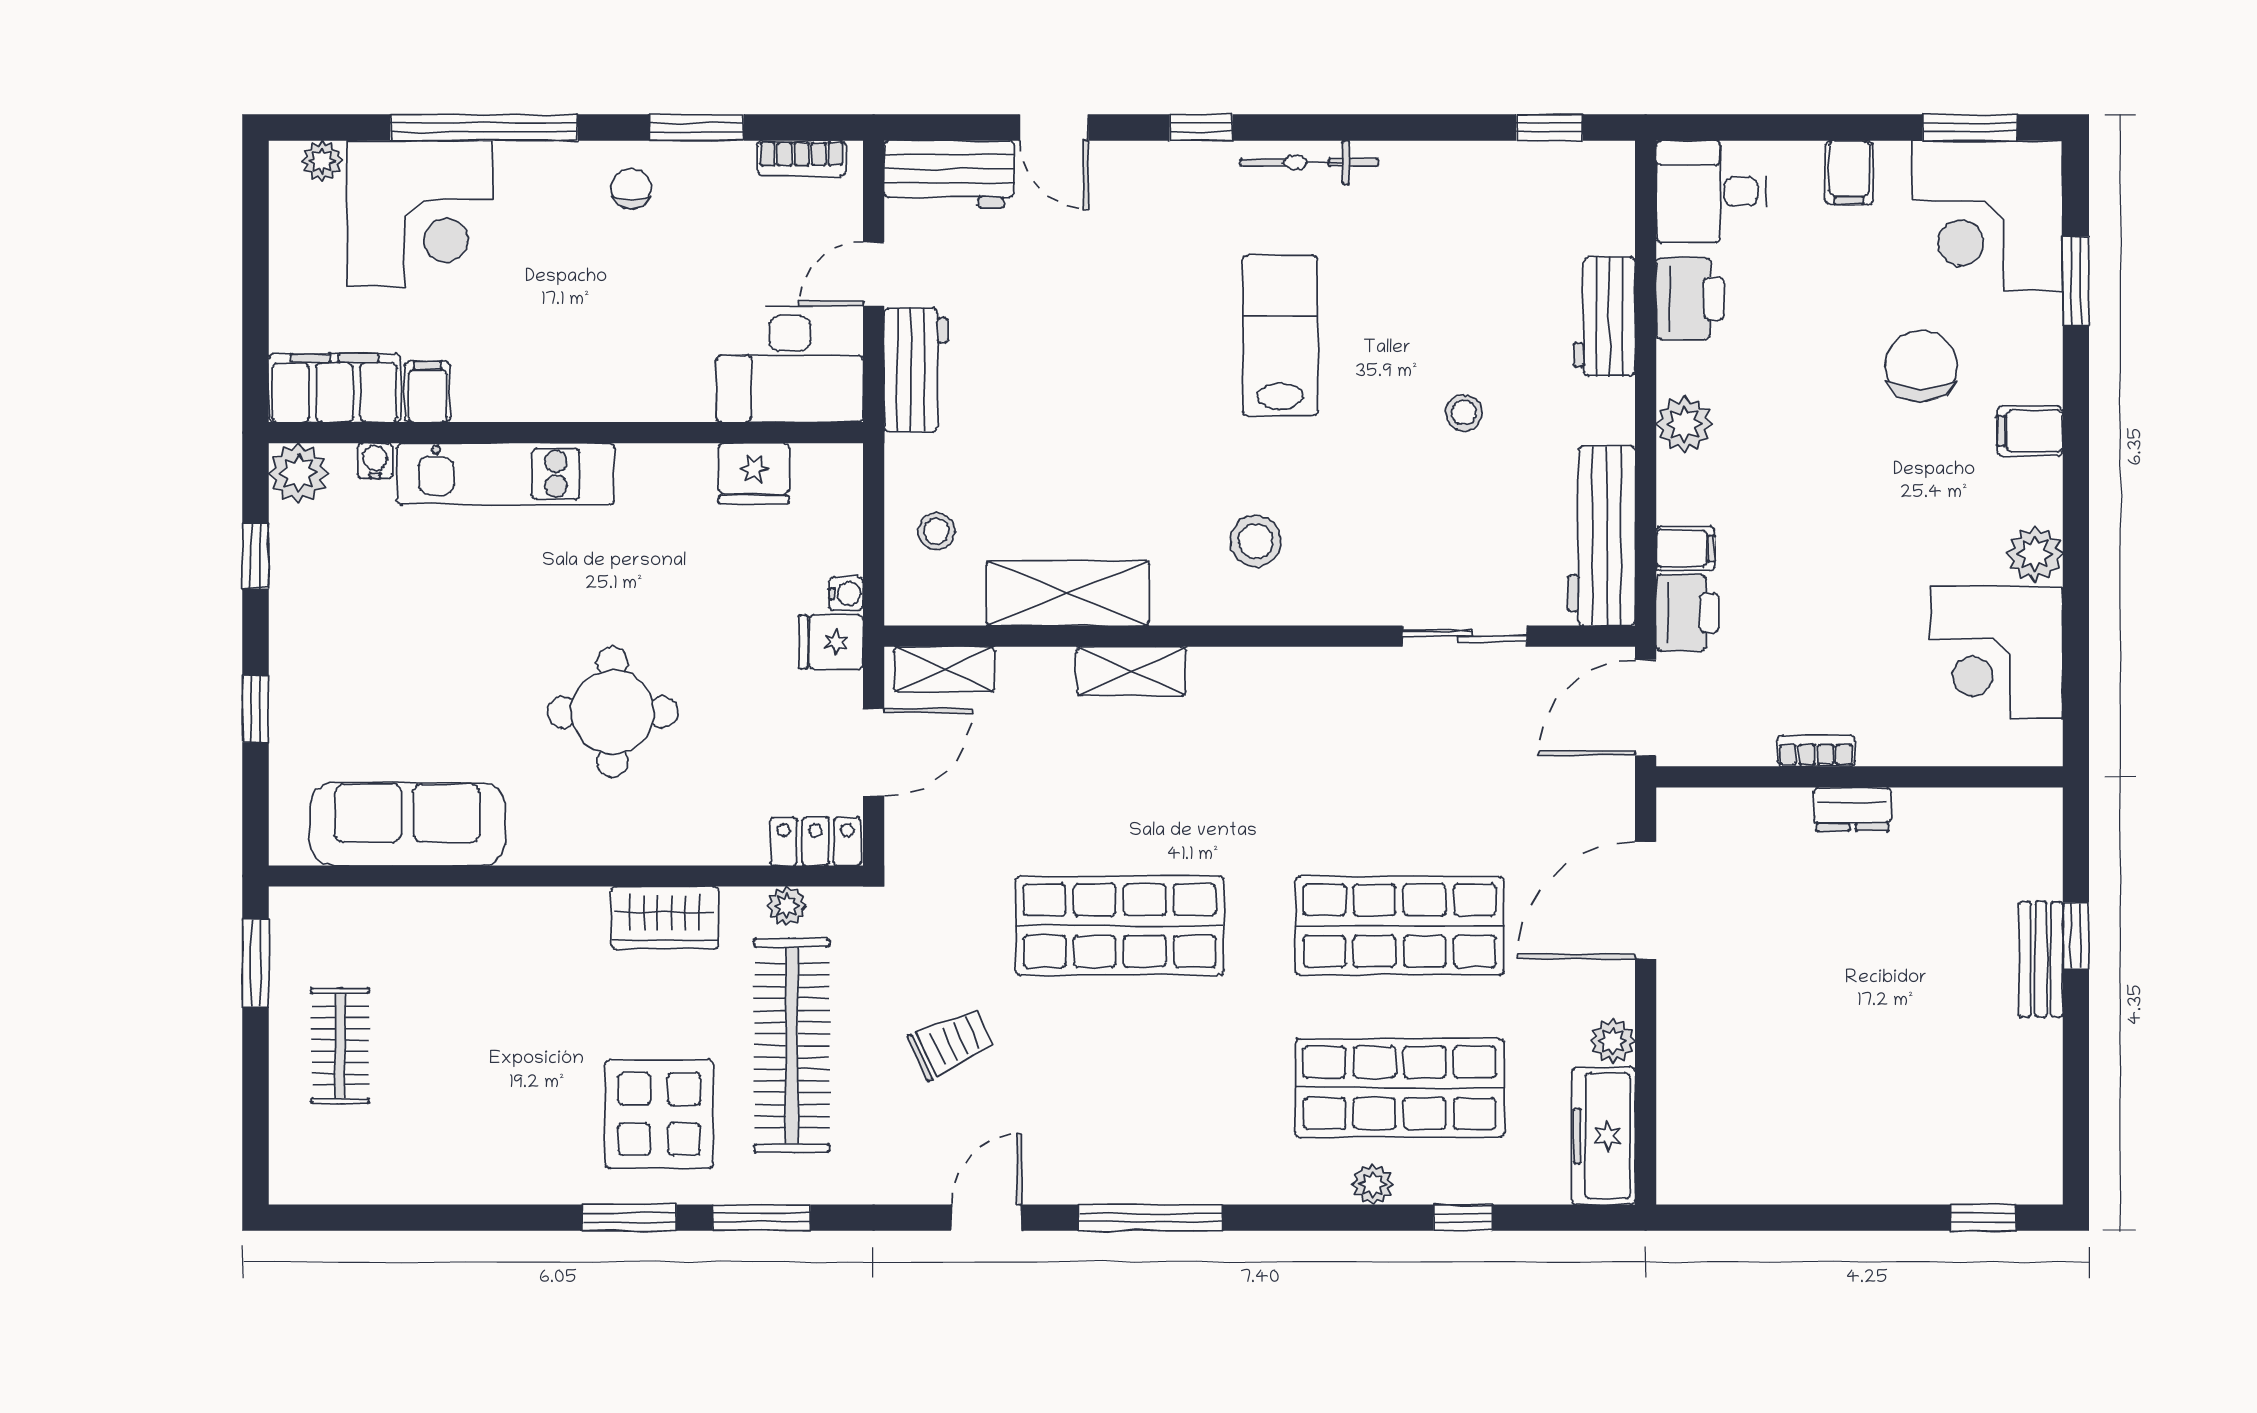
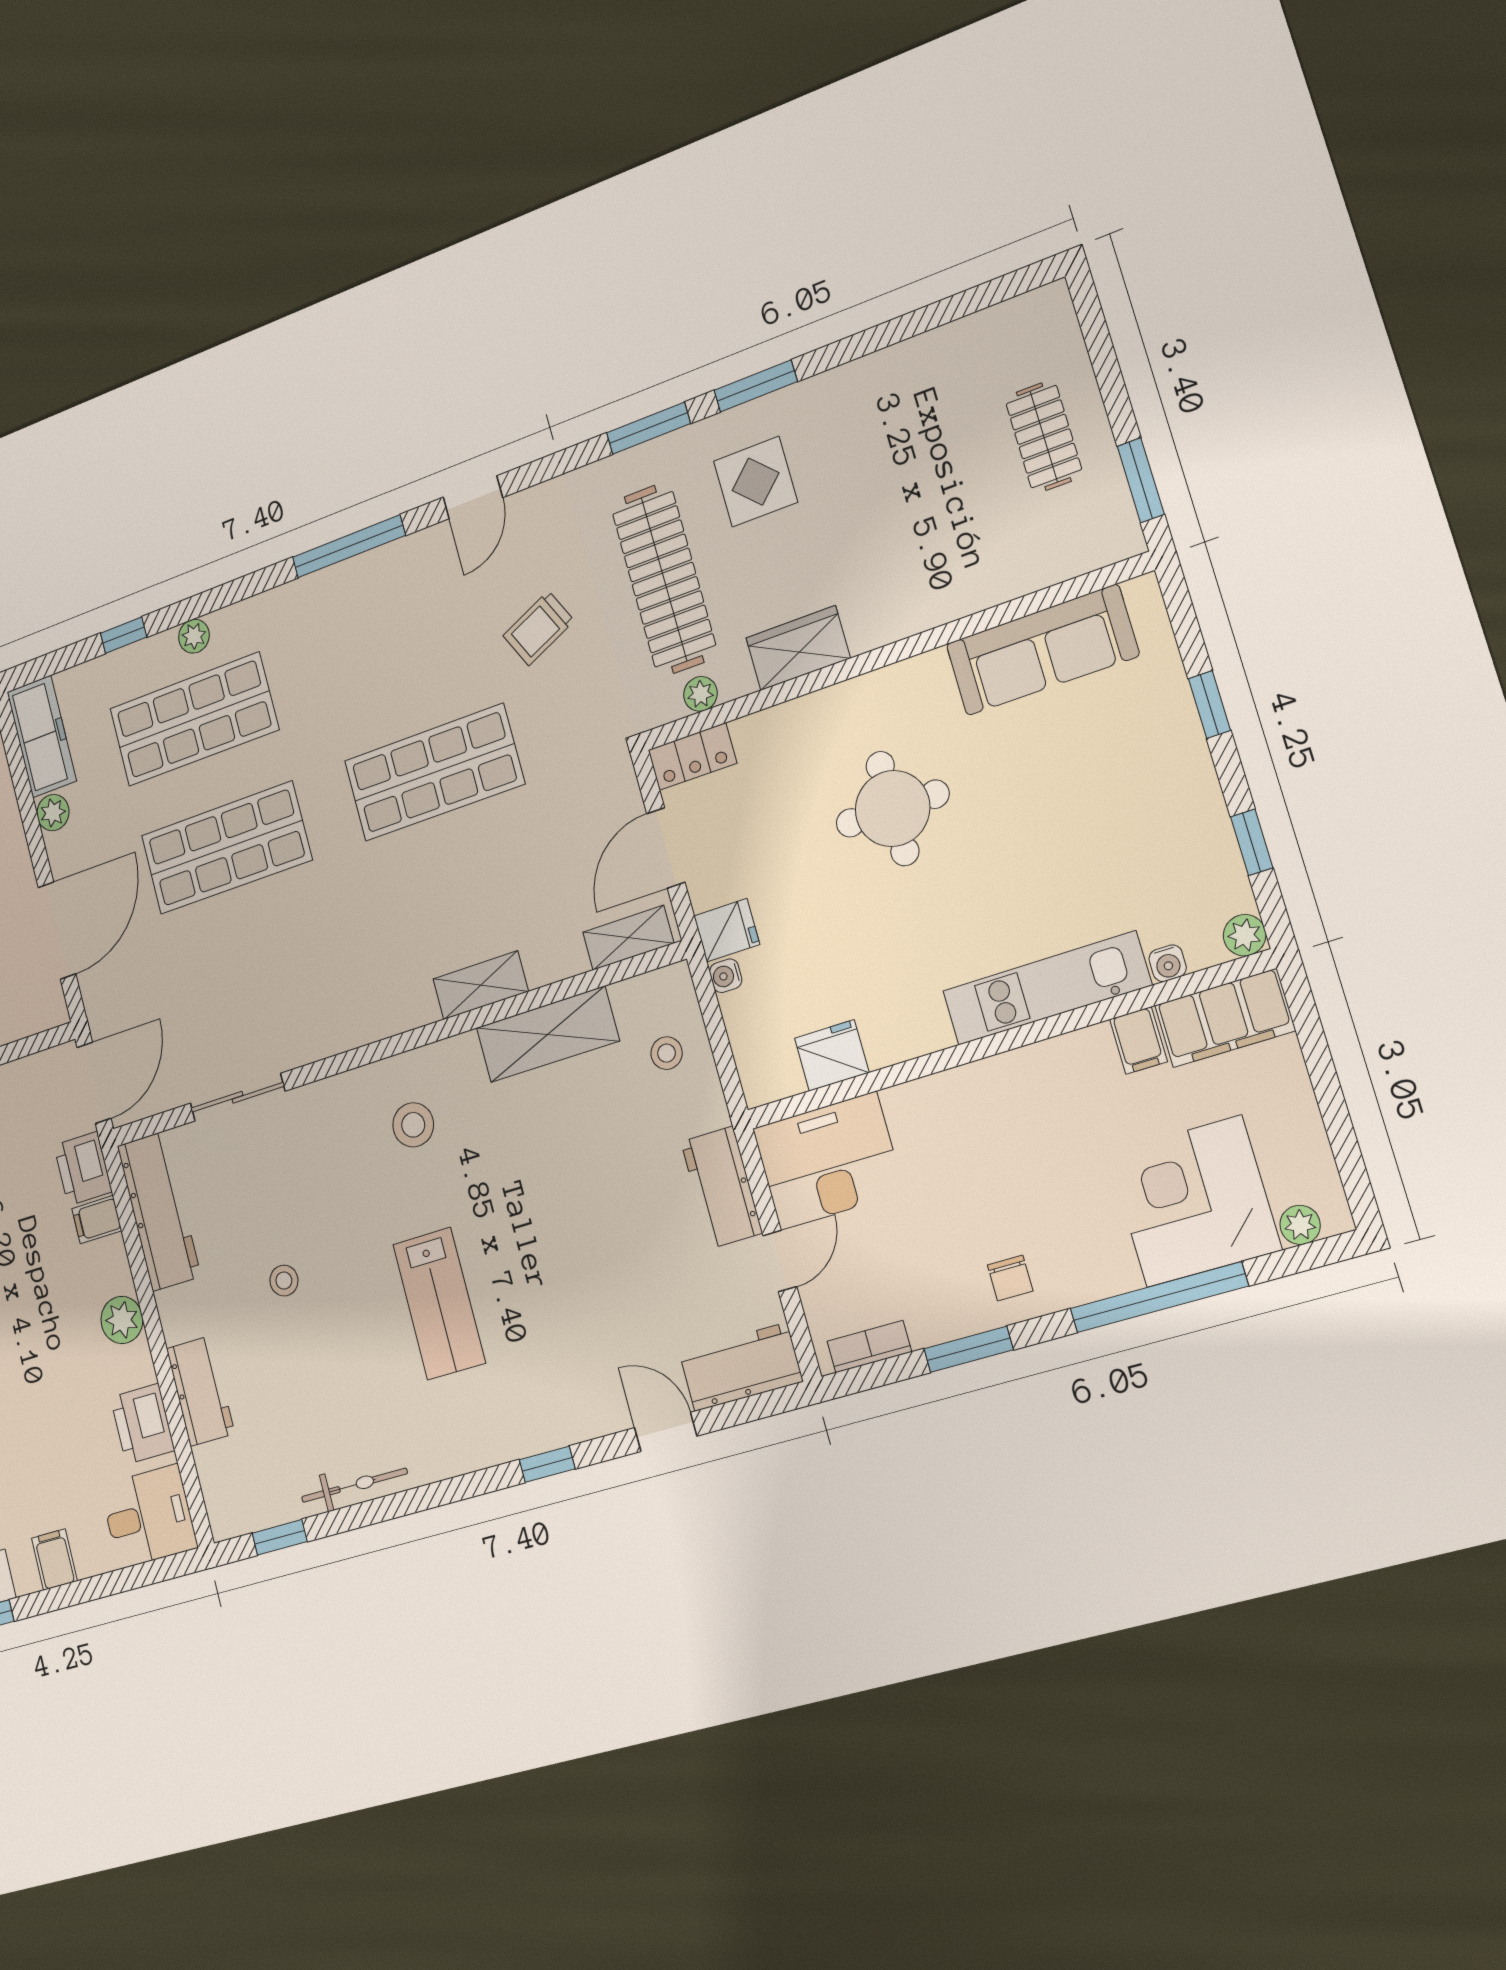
bicycle: (1309, 162) -> (354, 1485), moved
plant: (299, 473) -> (1245, 935), width x0.73, depth x0.73
display table: (659, 1114) -> (756, 482), width x0.73, depth x0.73

